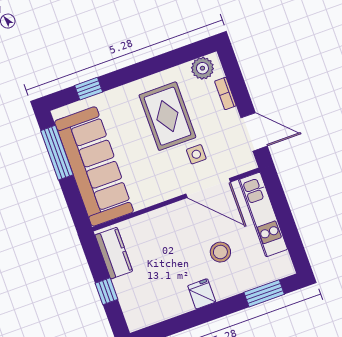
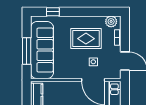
rug: (167, 116) -> (86, 39), turned 90
window: (57, 153) -> (27, 51), moved

